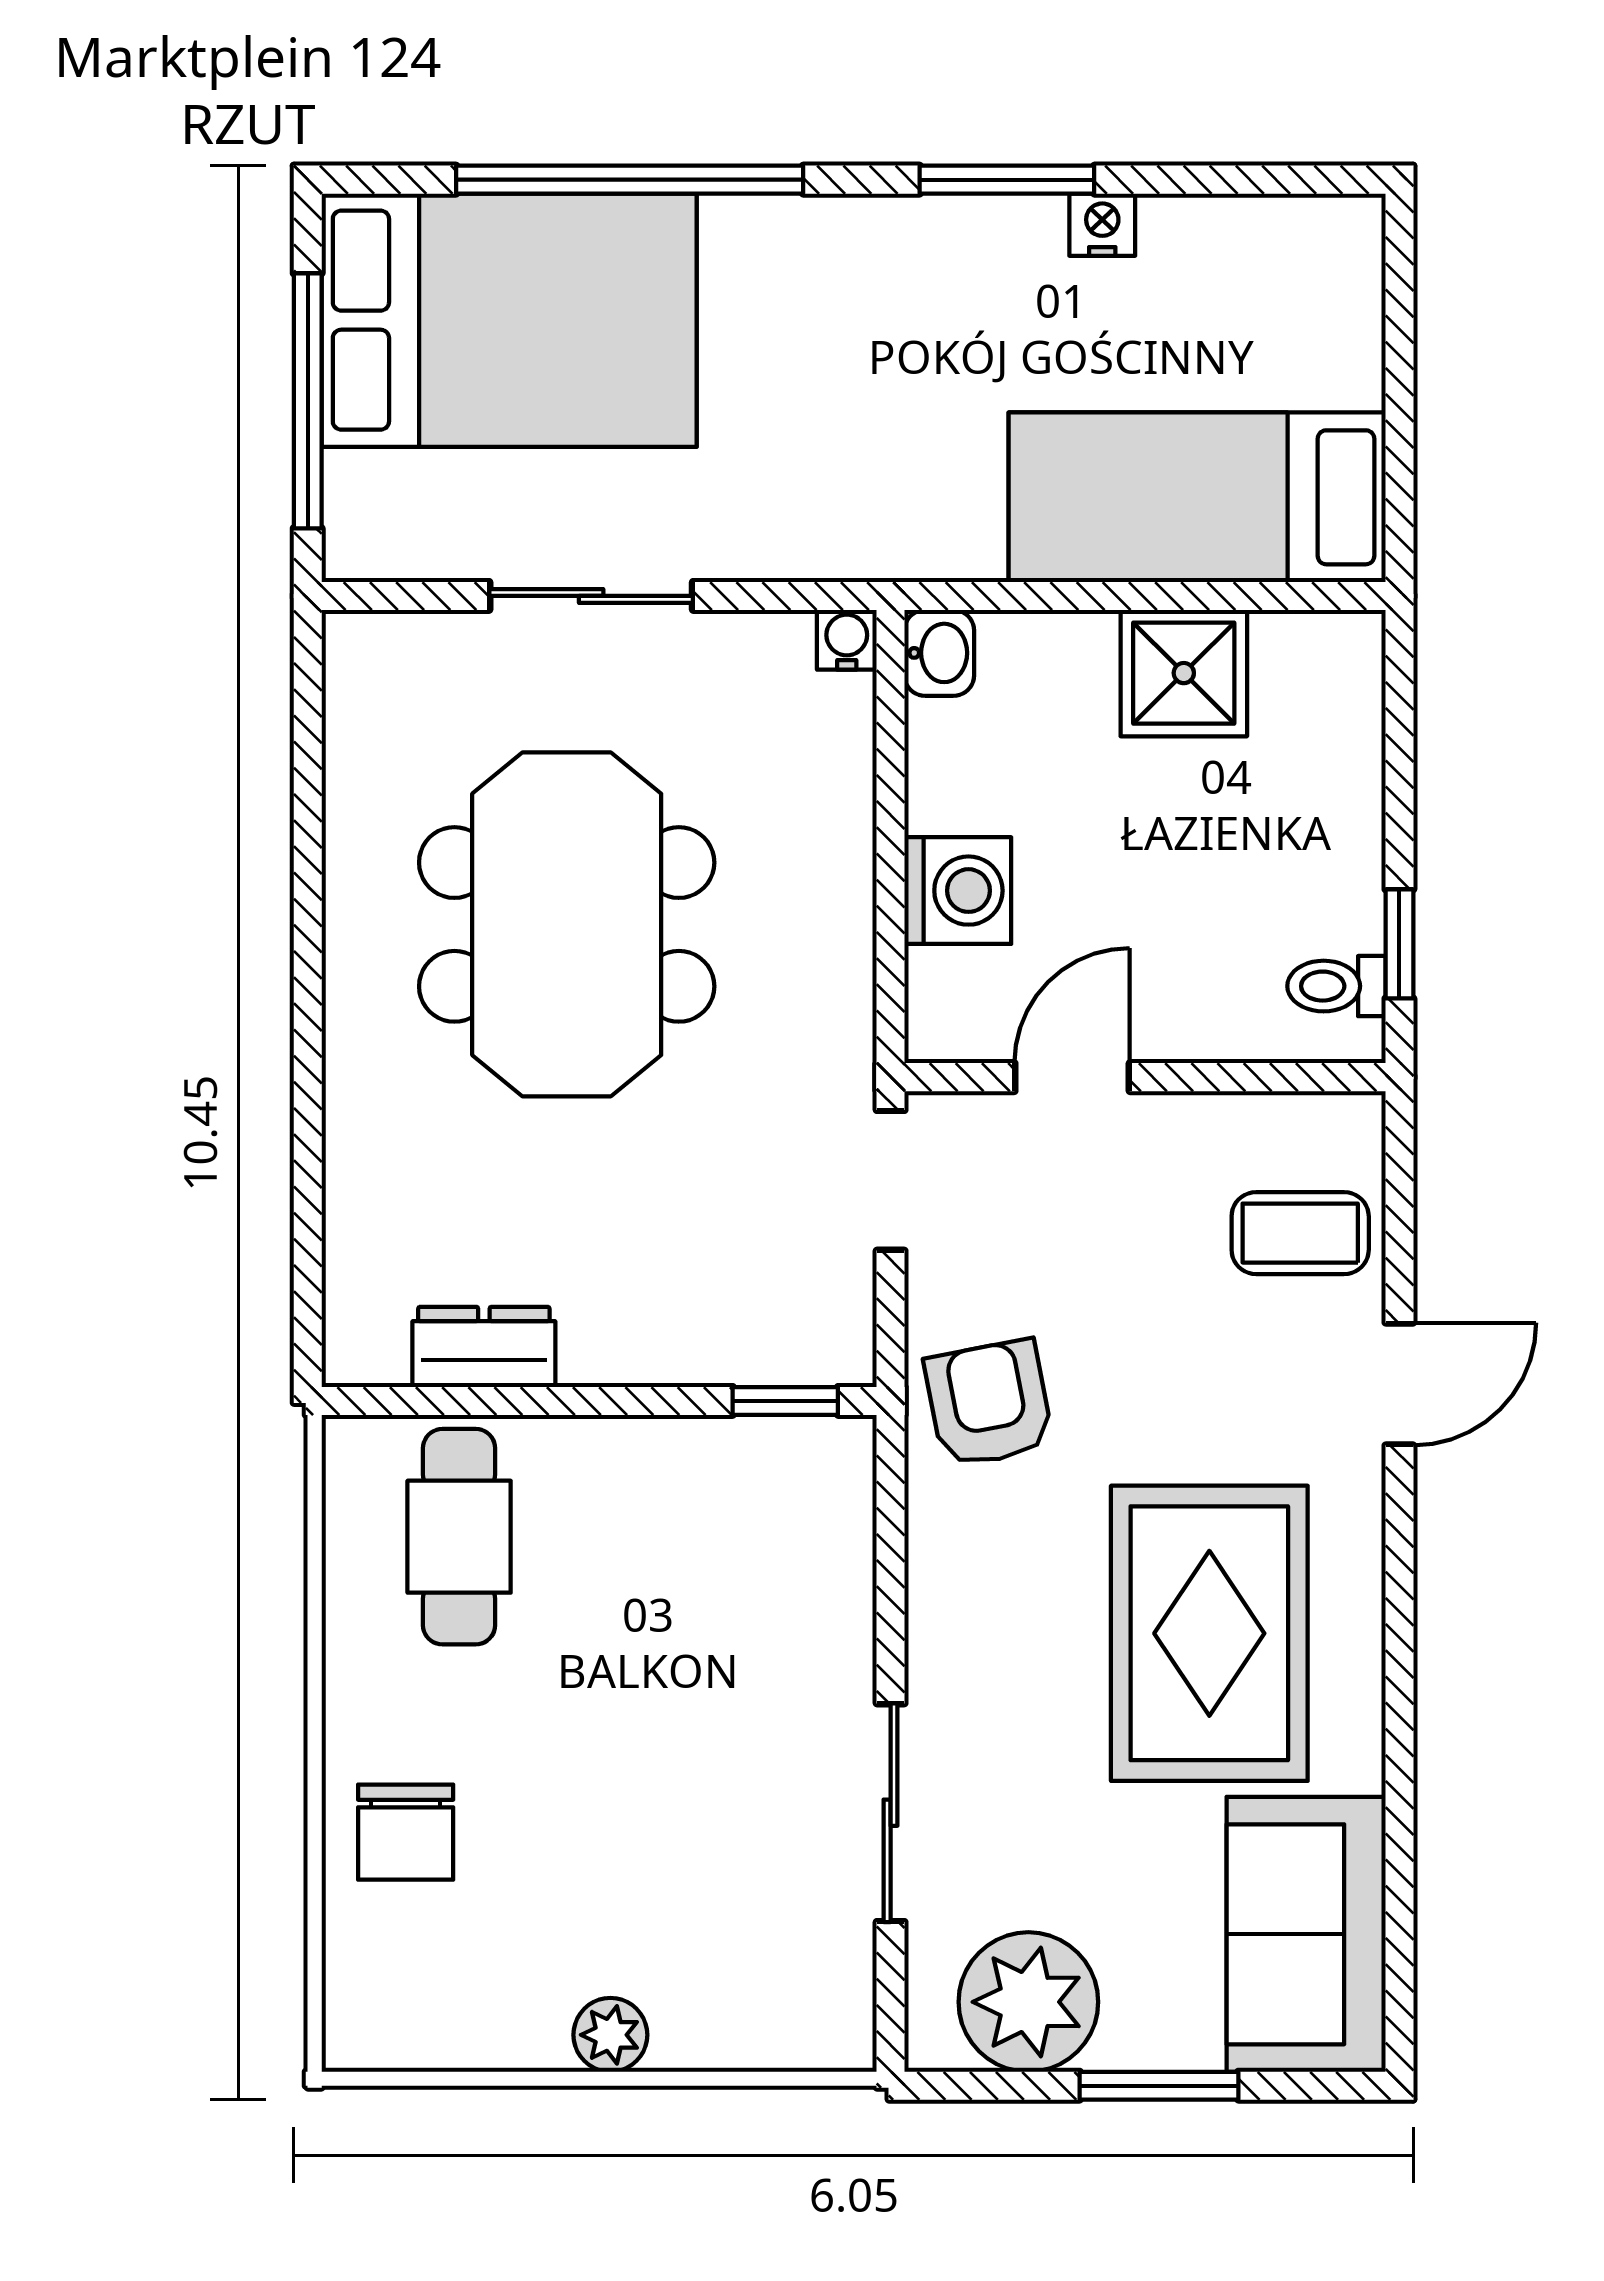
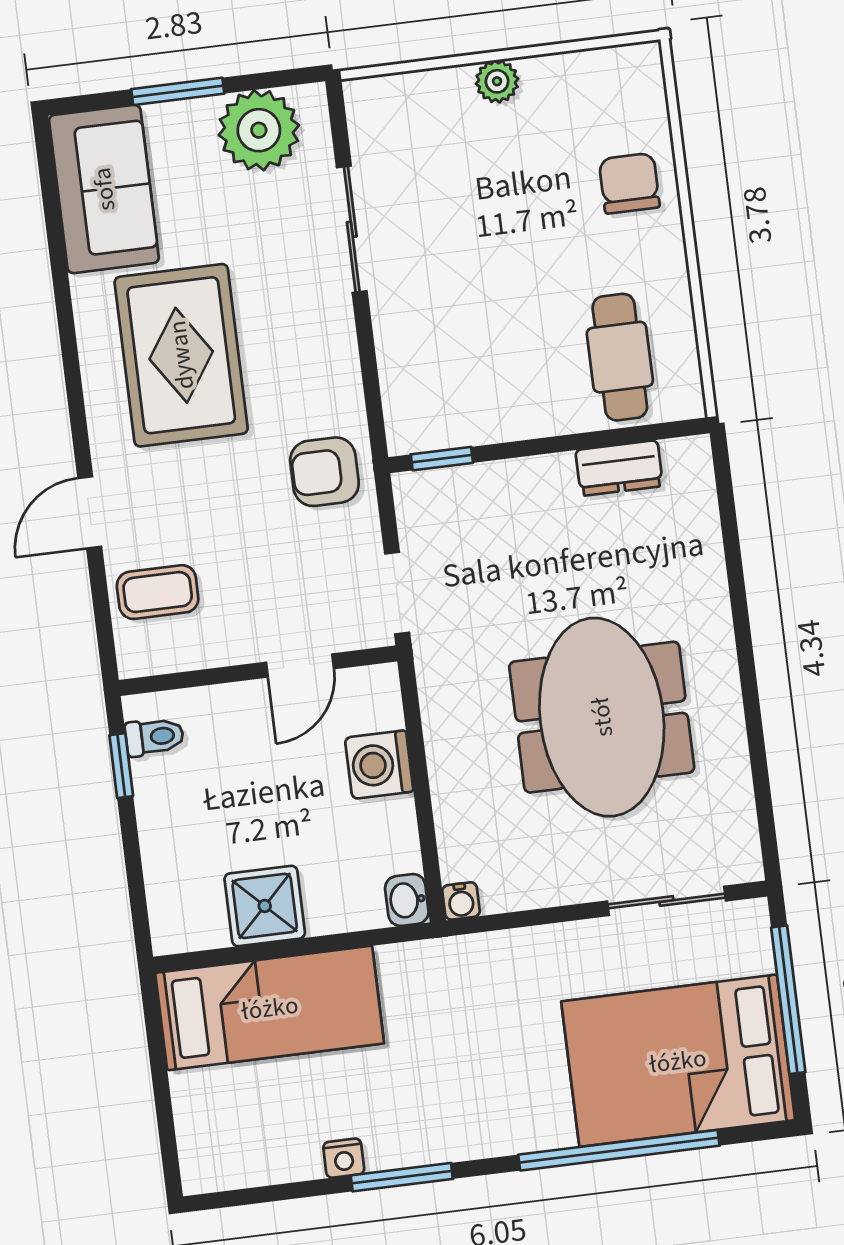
sliding door: (591, 596) -> (666, 901), moved
armchair: (989, 1403) -> (324, 472), turned 101

